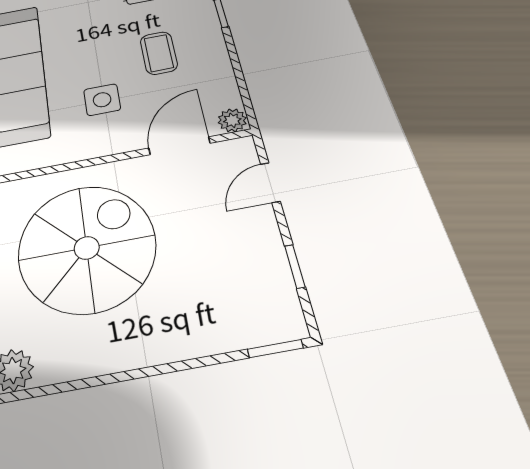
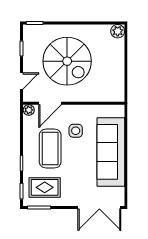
coffee table: (159, 53) -> (50, 149), width x1.86, depth x1.72
spiral stairs: (87, 248) -> (67, 61), moved, turned -90

